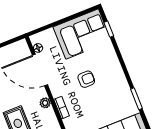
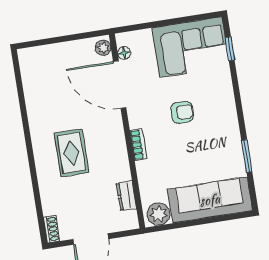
plant: (45, 103) -> (103, 48), moved

